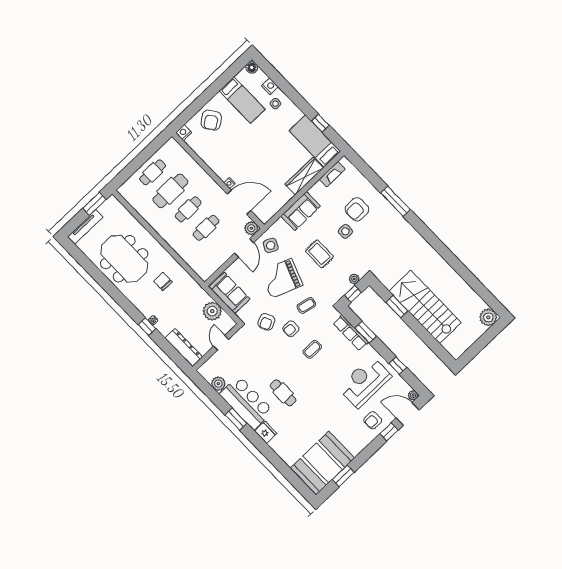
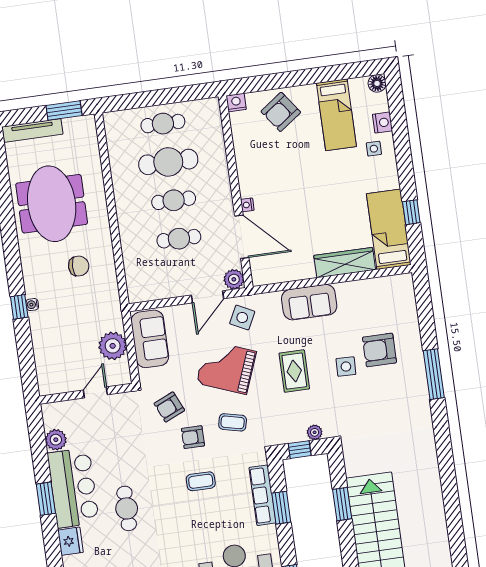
fireplace: (332, 174) -> (381, 285), removed
chair: (163, 282) -> (79, 266), turned 90
dresser: (184, 348) -> (46, 365), removed

